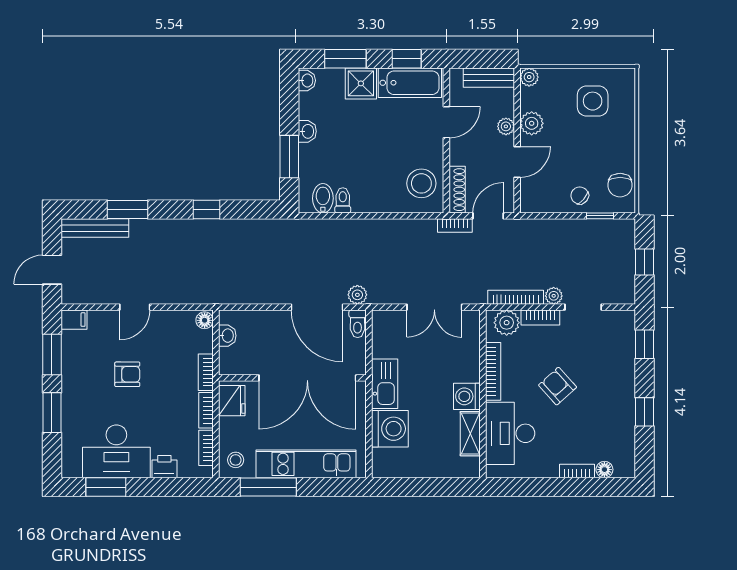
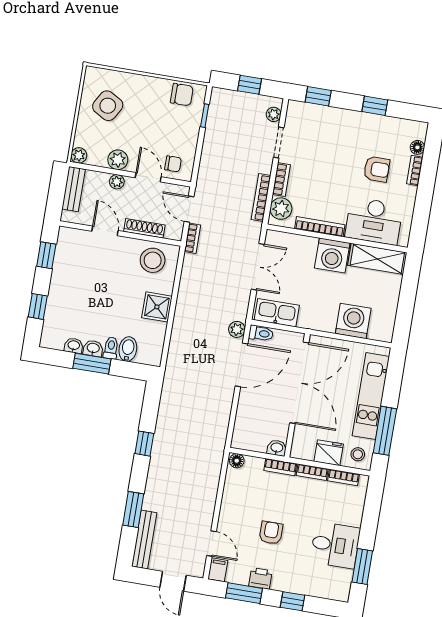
window: (345, 59) -> (38, 306), width x0.67
washbasin: (307, 80) -> (74, 346), moved
shower: (361, 83) -> (157, 307), moved
bathtub: (410, 83) -> (67, 256), removed
side table: (593, 101) -> (108, 106), turned 30
window: (289, 157) -> (92, 364), moved
shoe rack: (457, 190) -> (144, 228), moved
chair: (580, 196) -> (173, 164), moved, turned -130
bidet: (323, 198) -> (128, 349), moved, turned 90
toilet: (343, 200) -> (111, 348), moved, turned 90
plant: (554, 296) -> (274, 114), moved
door: (135, 307) -> (212, 544), moved
washbasin: (227, 336) -> (277, 448), moved
kitchen sink: (385, 384) -> (277, 313), moved
armchair: (558, 386) -> (377, 169), moved, turned -138
washing machine: (467, 396) -> (332, 255), width x1.37, depth x1.37
fridge: (232, 401) -> (329, 453), moved
window: (52, 413) -> (293, 601), width x0.67
shelving: (470, 434) -> (377, 259), width x1.50, depth x1.33
desk: (116, 451) -> (335, 545), width x0.73
printer: (164, 467) -> (260, 578), moved, turned 90

